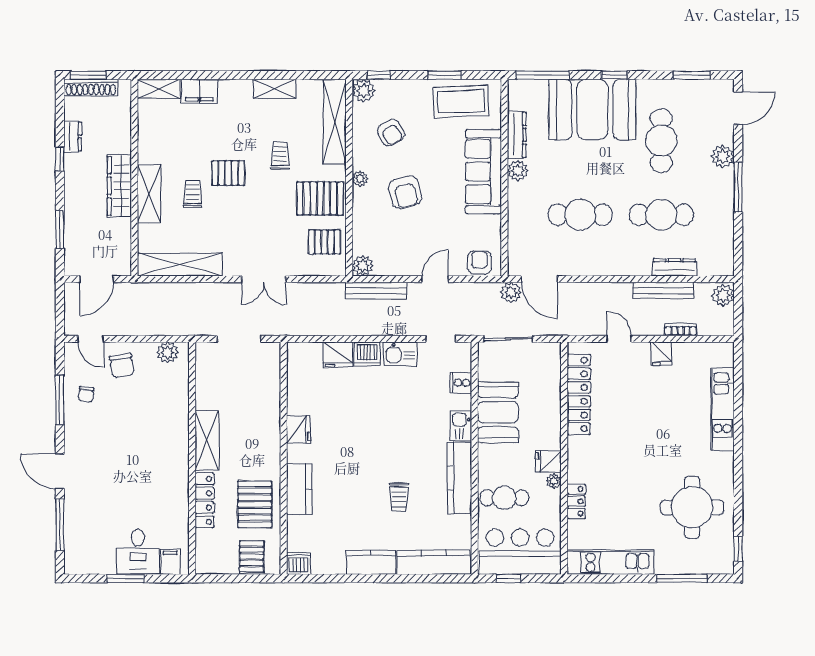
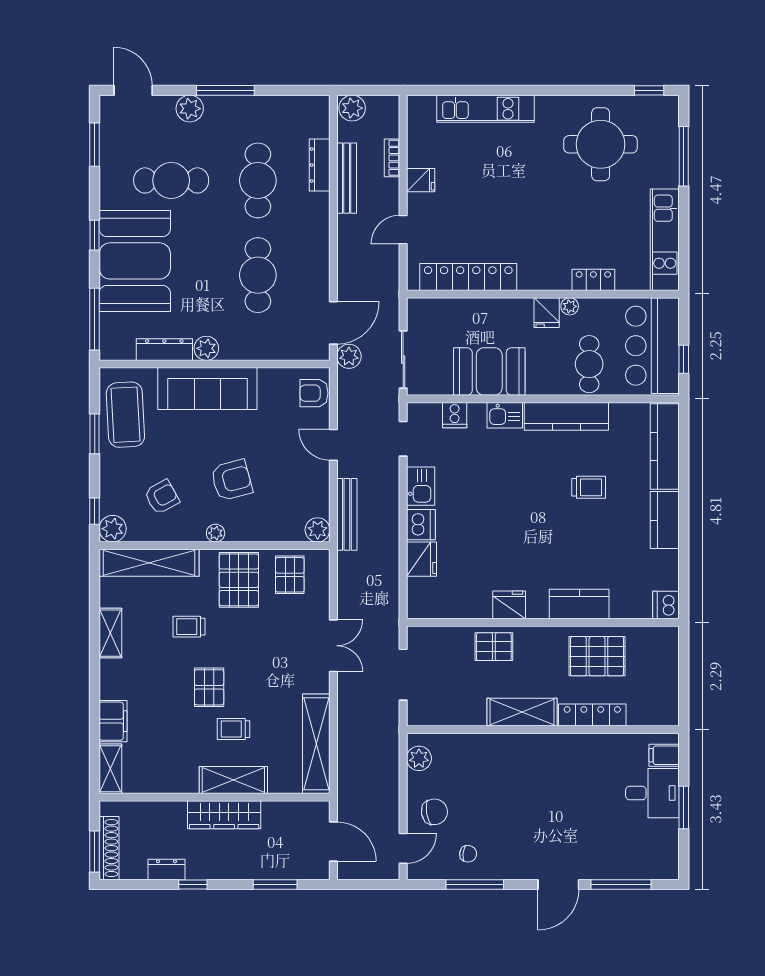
pallet: (252, 556) -> (494, 647), moved

